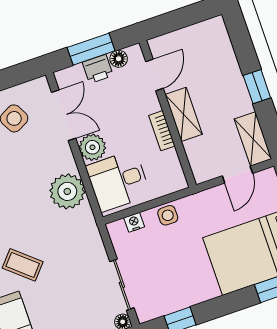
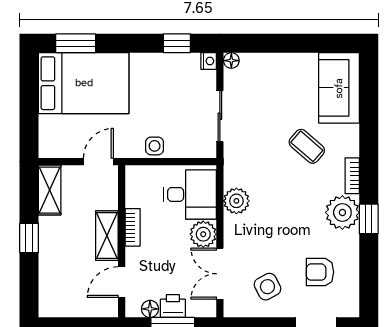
door: (237, 175) -> (98, 162), moved
plant: (67, 191) -> (236, 201), width x0.73, depth x0.73
nightstand: (134, 222) -> (209, 61), moved, turned -90
sliding door: (122, 285) -> (220, 116), moved

